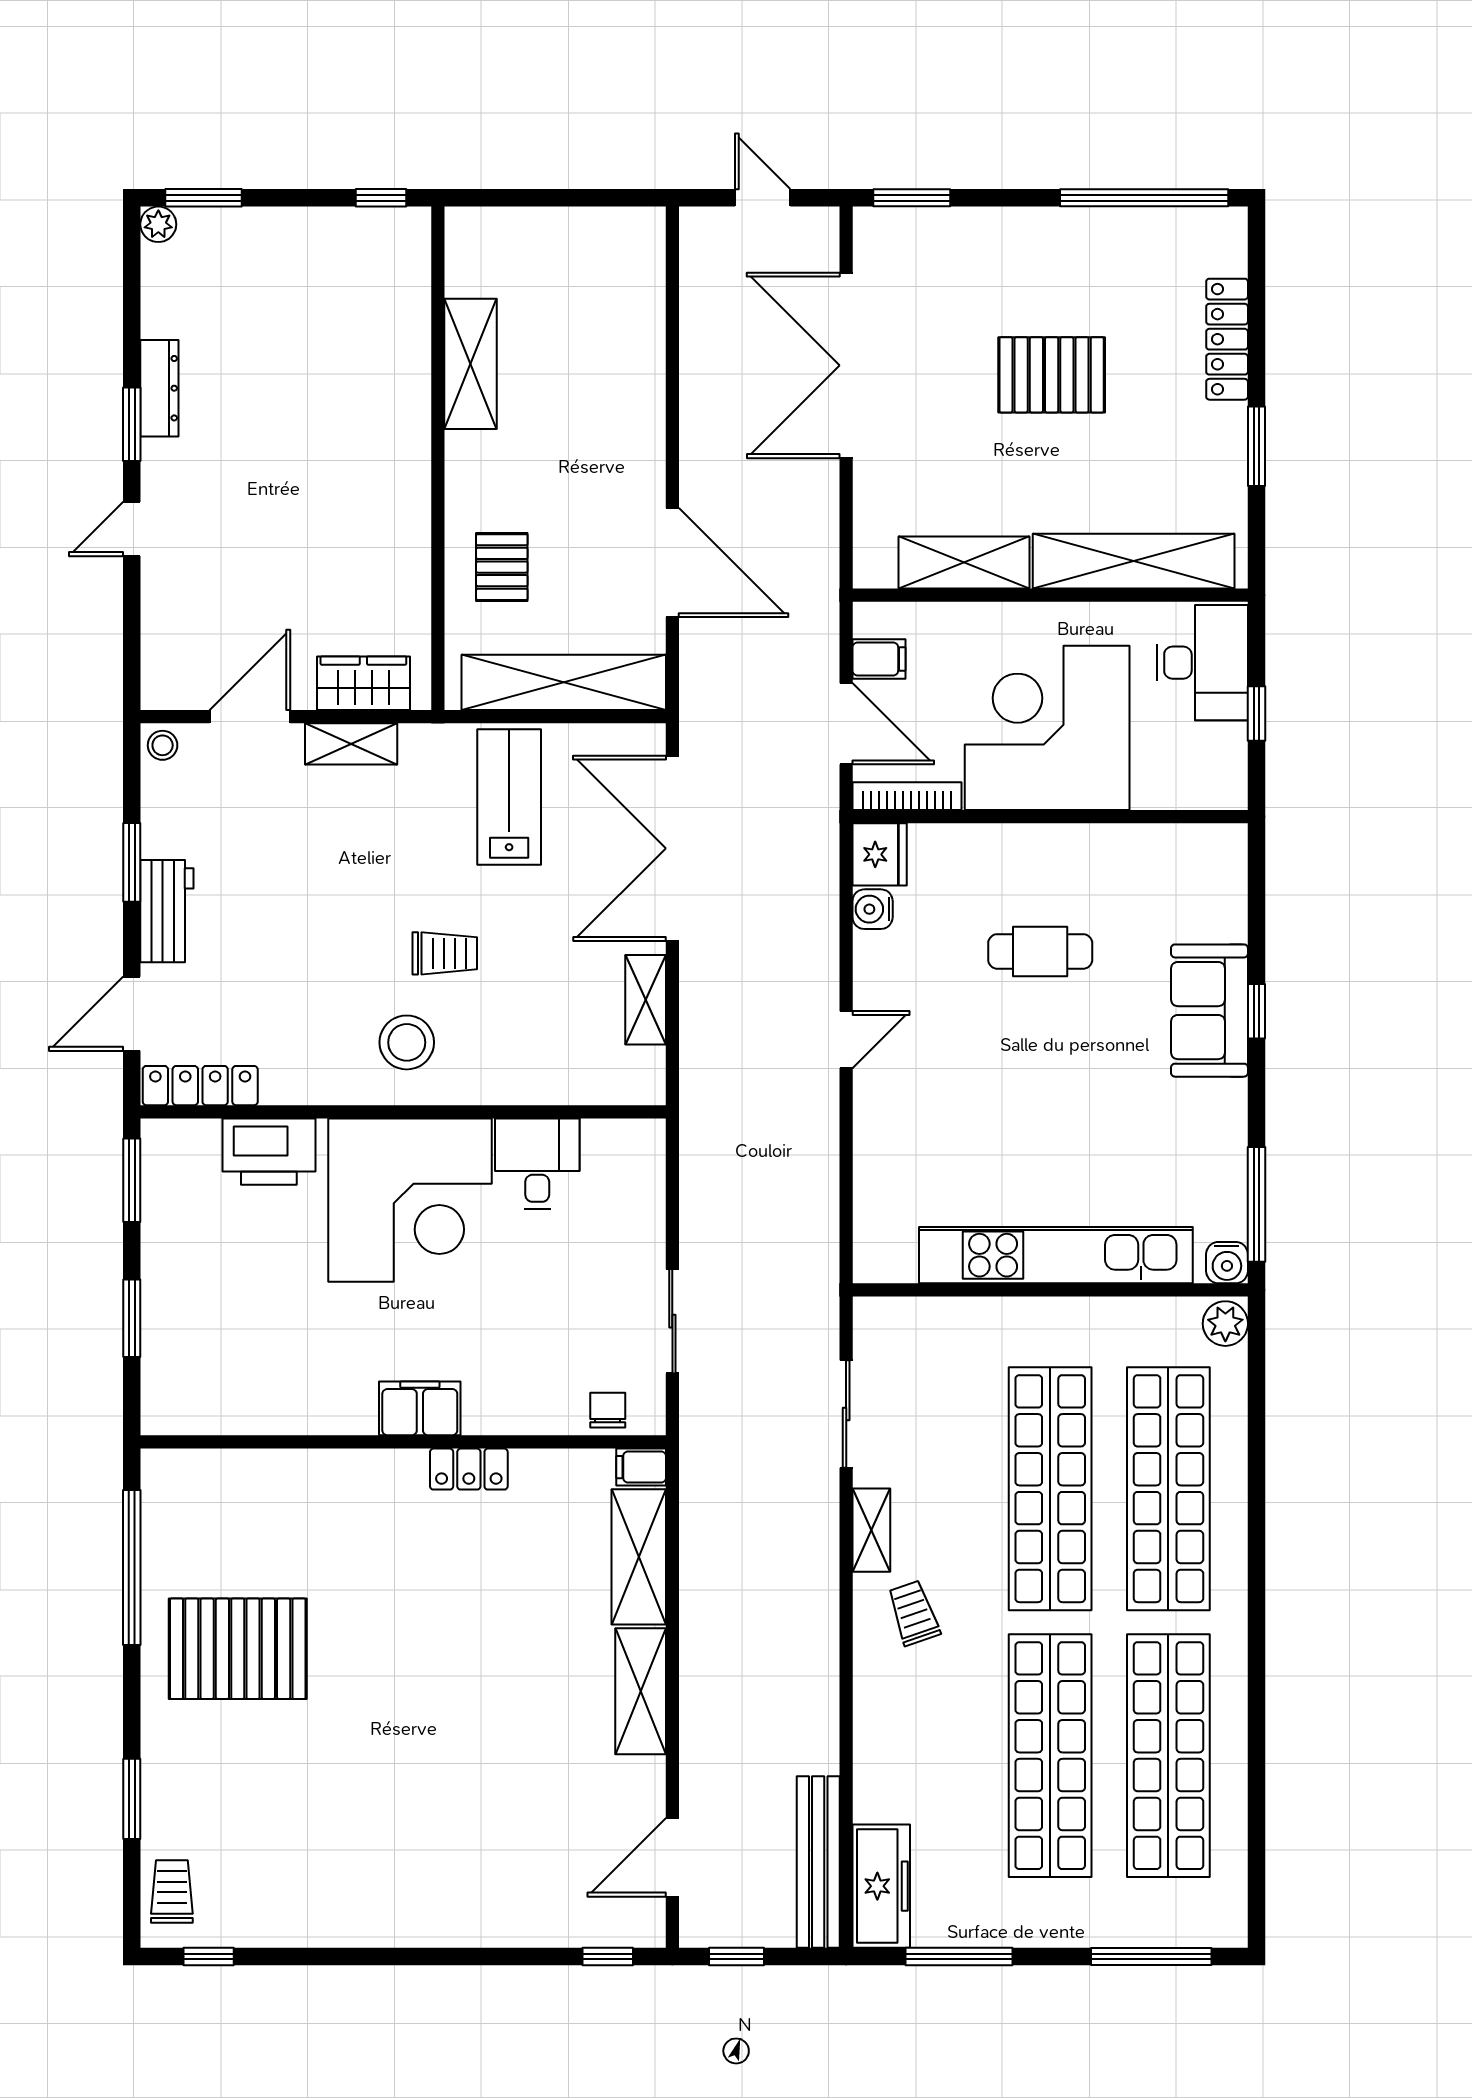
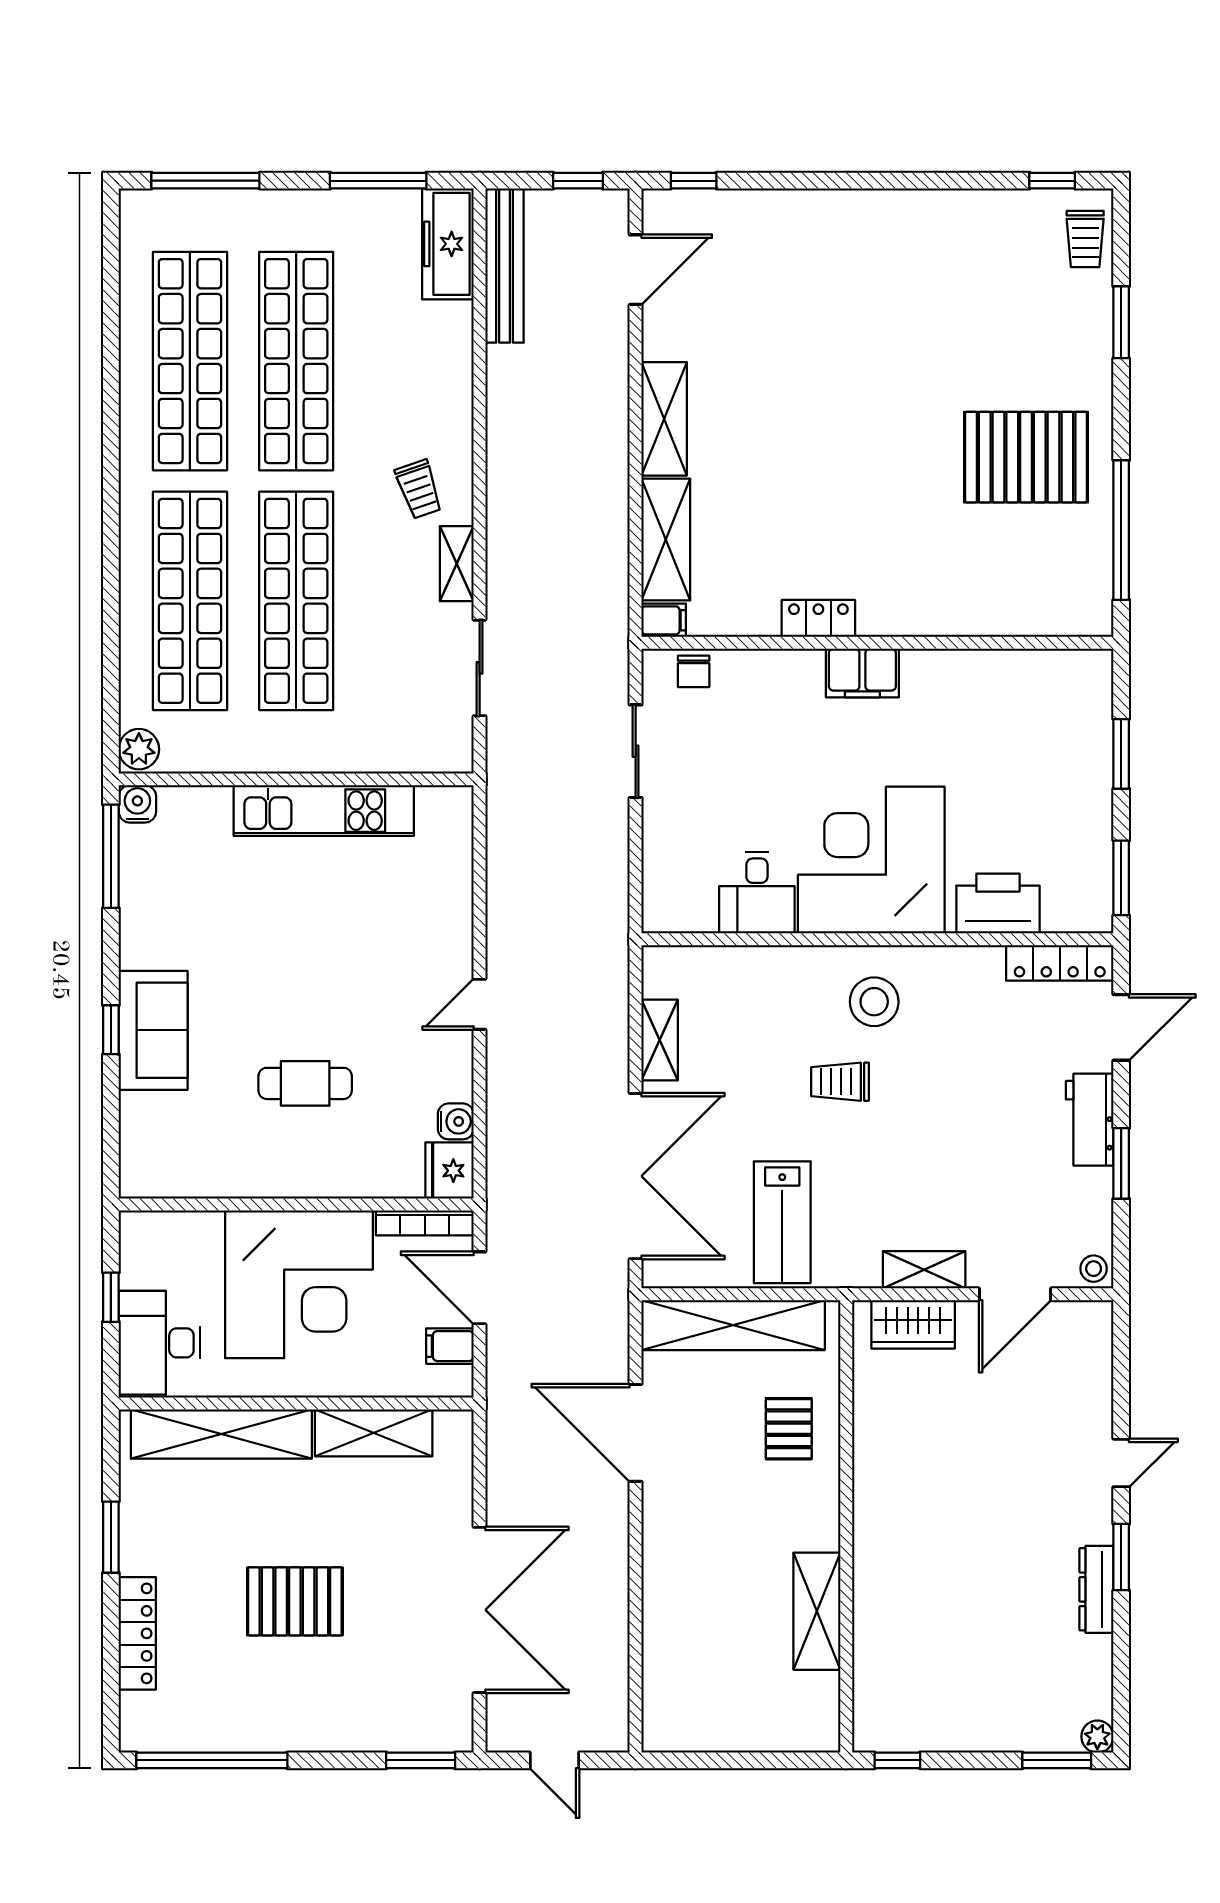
kitchen unit: (1056, 1255) -> (324, 811), width x0.73

